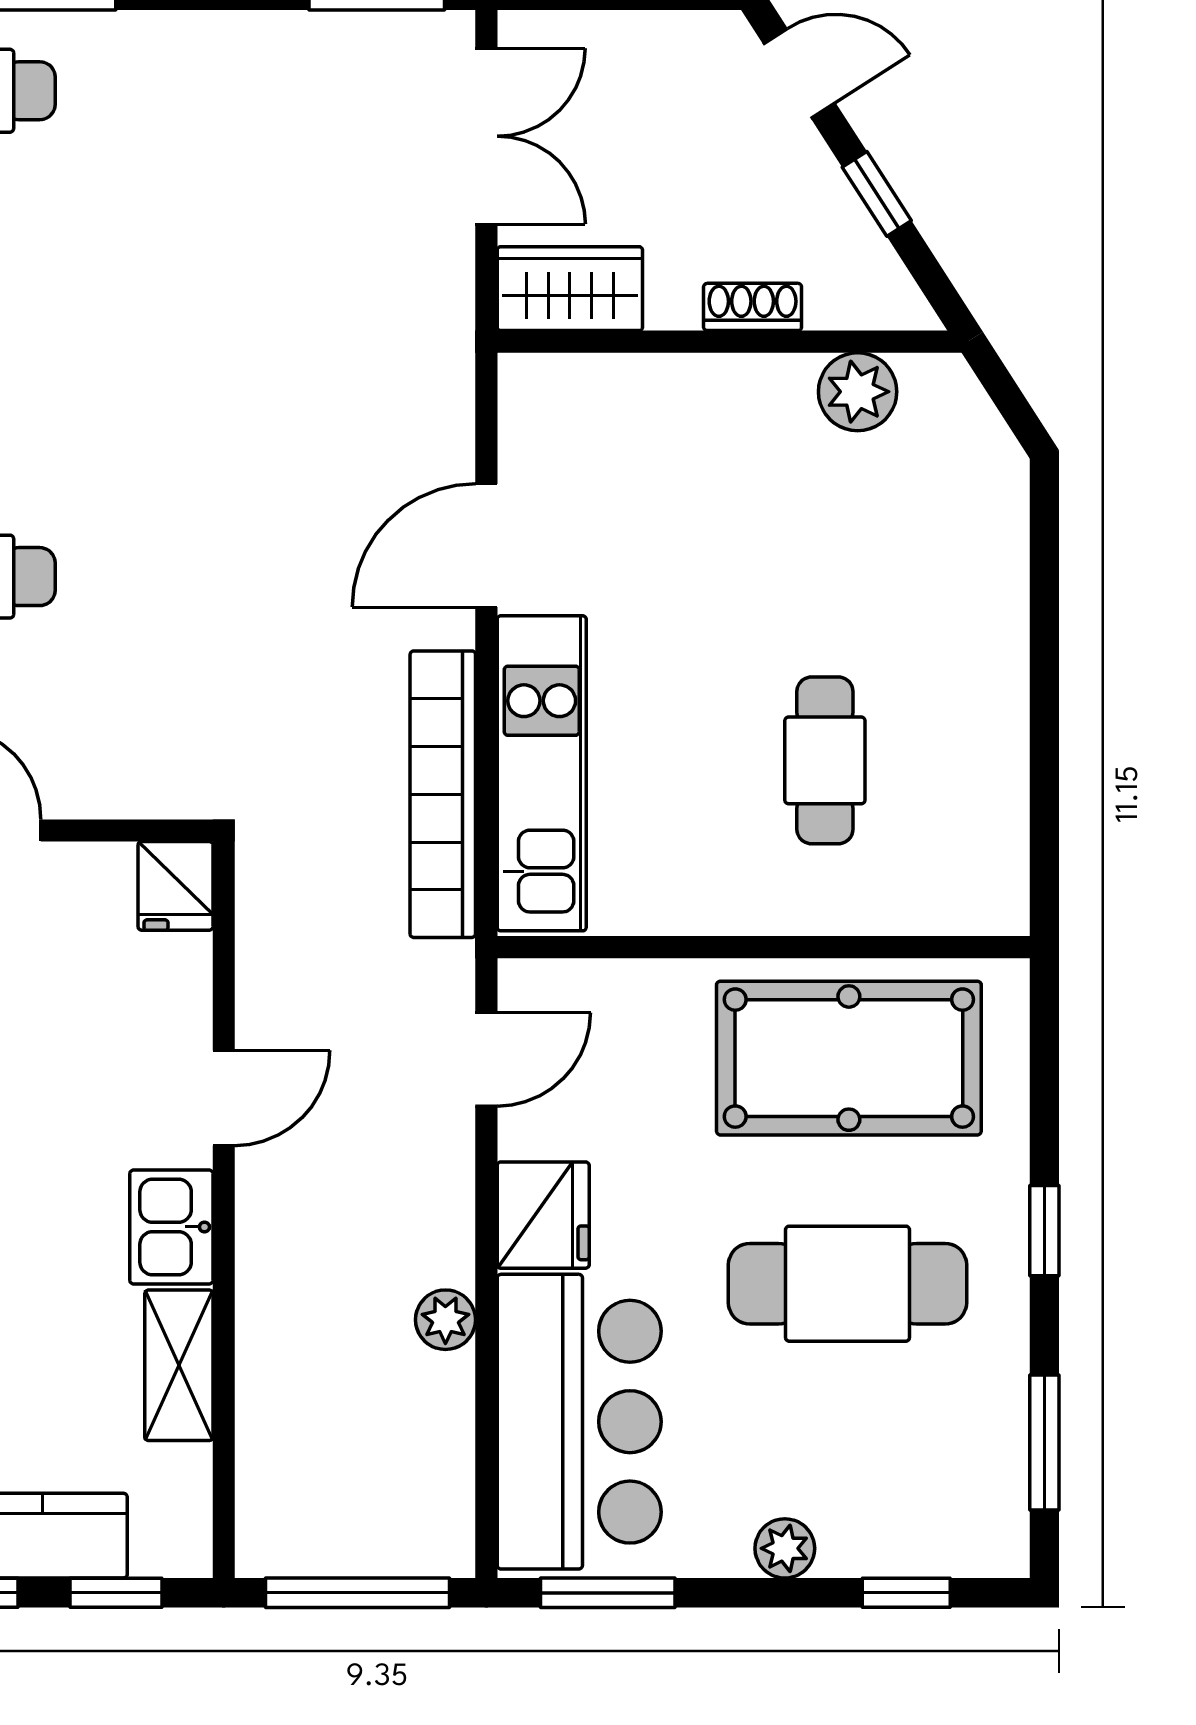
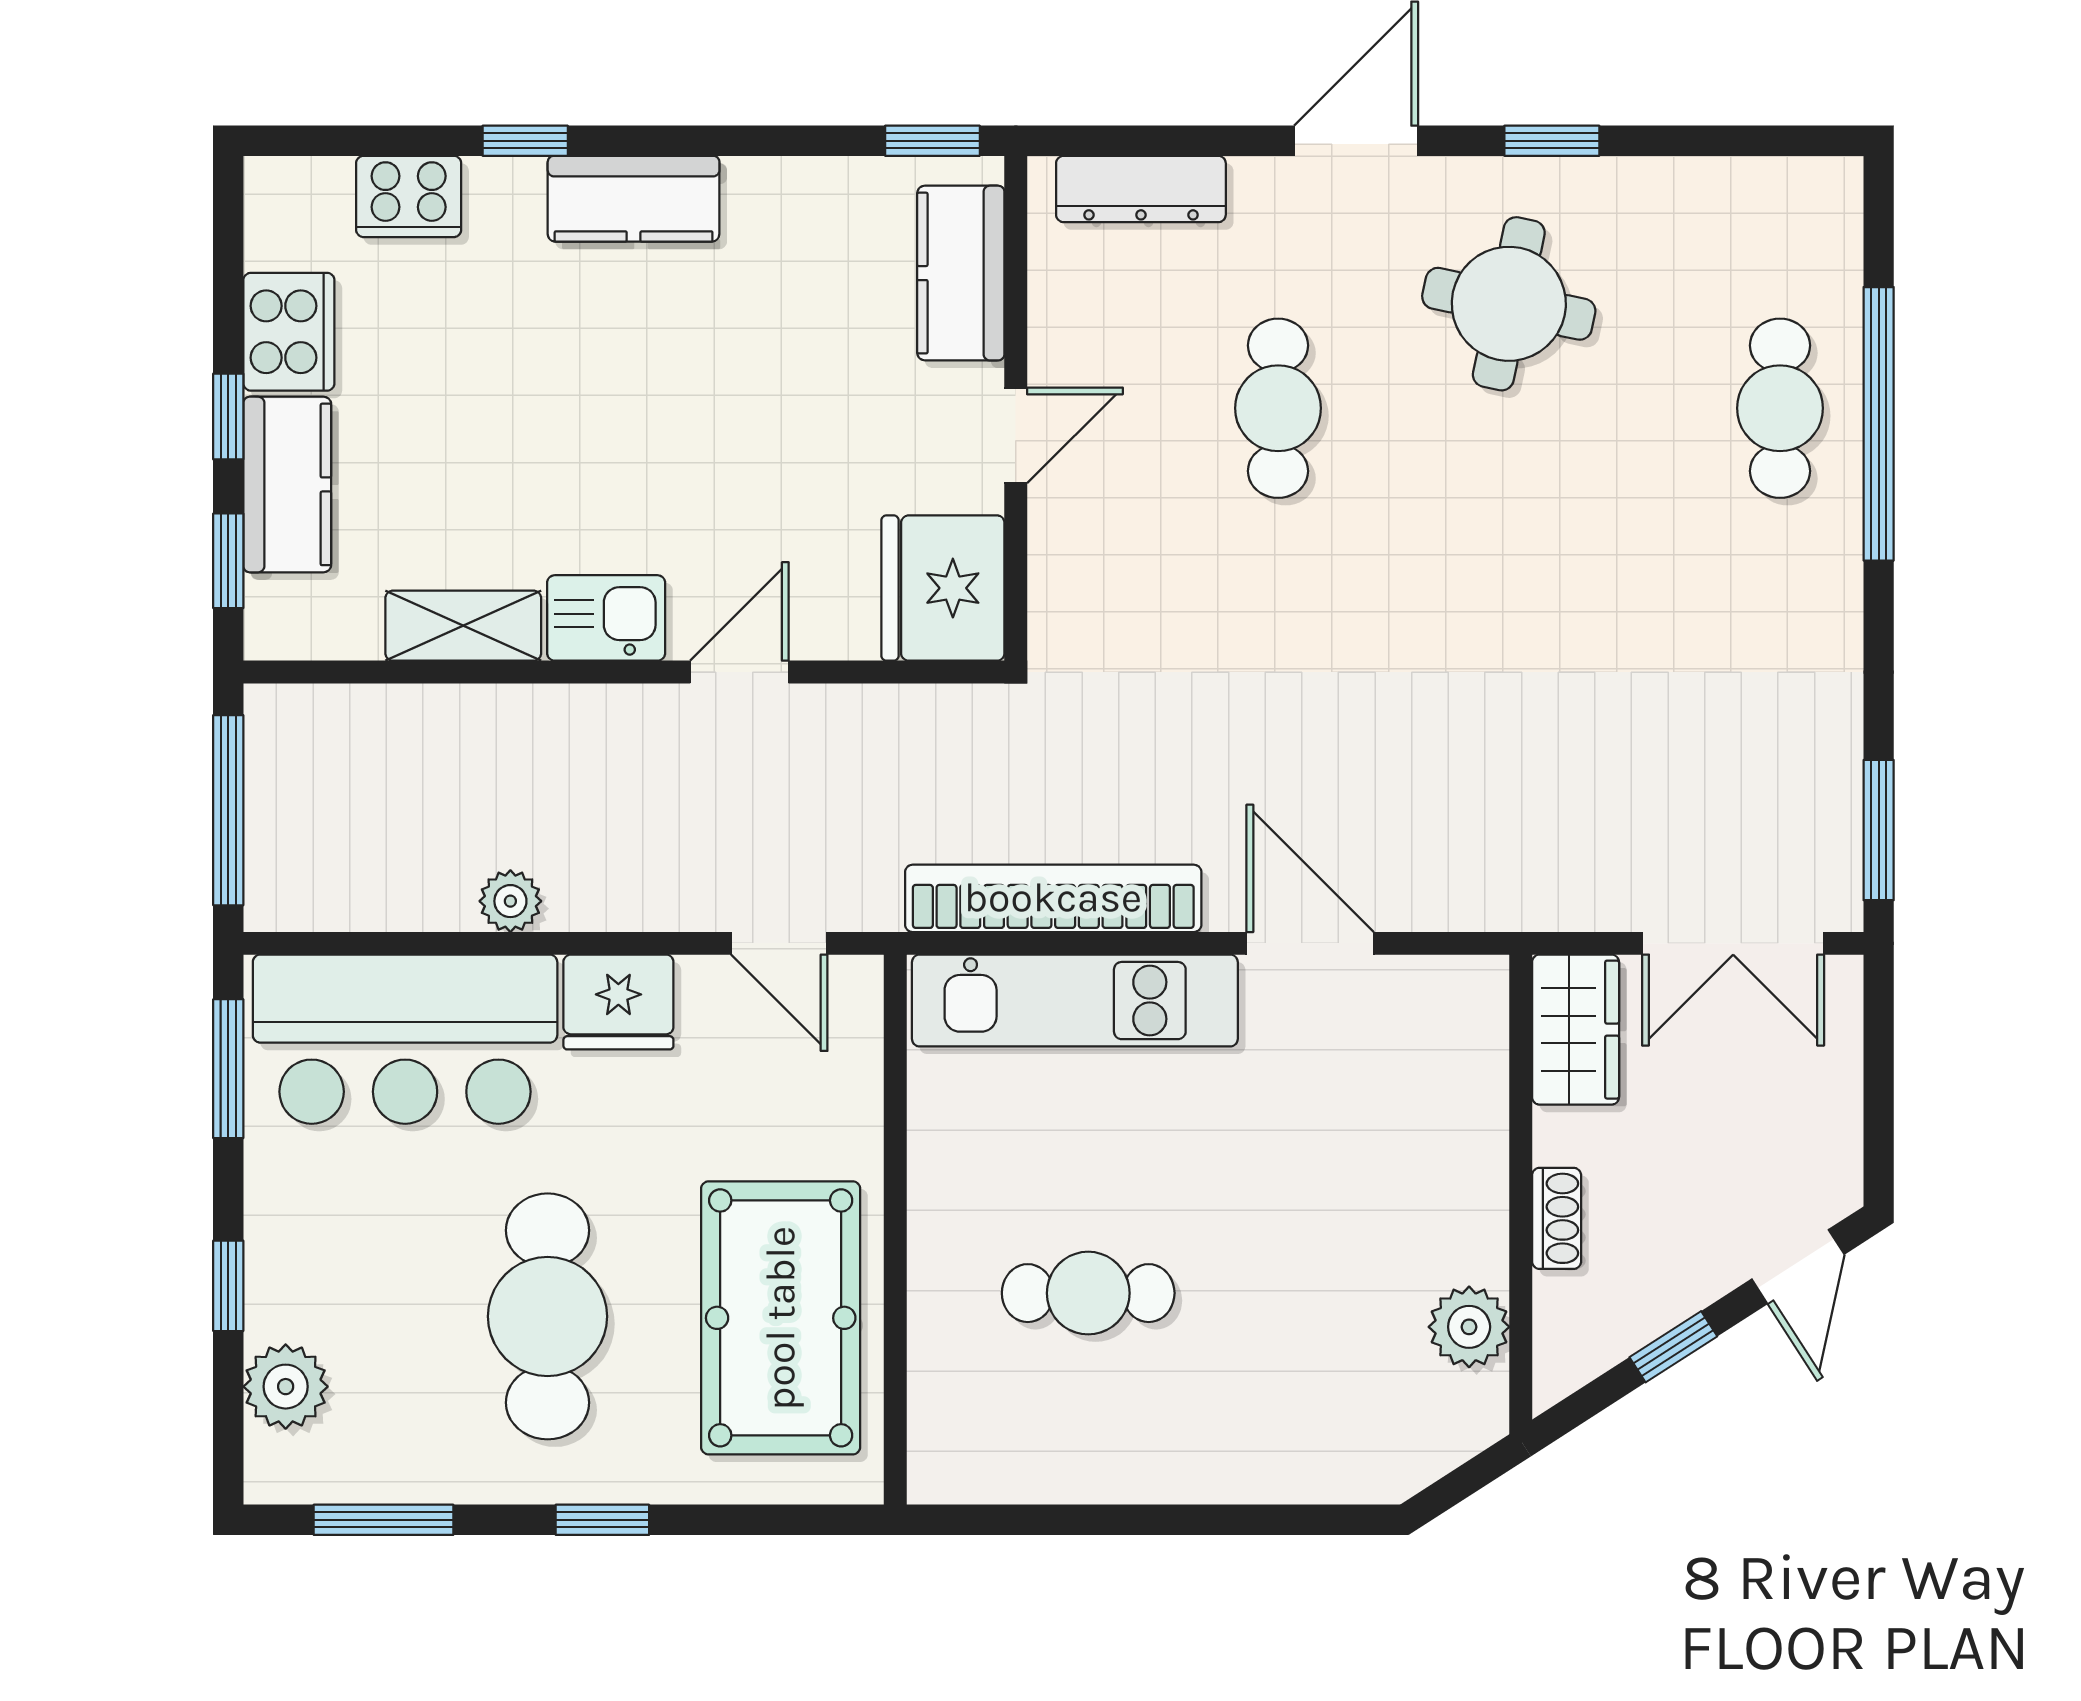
fridge: (175, 886) -> (943, 588), width x1.88, depth x1.34
door: (224, 1098) -> (739, 672), swing flipped
plant: (785, 1548) -> (286, 1387), moved, width x1.38, depth x1.38
window: (906, 1593) -> (228, 1286), moved

